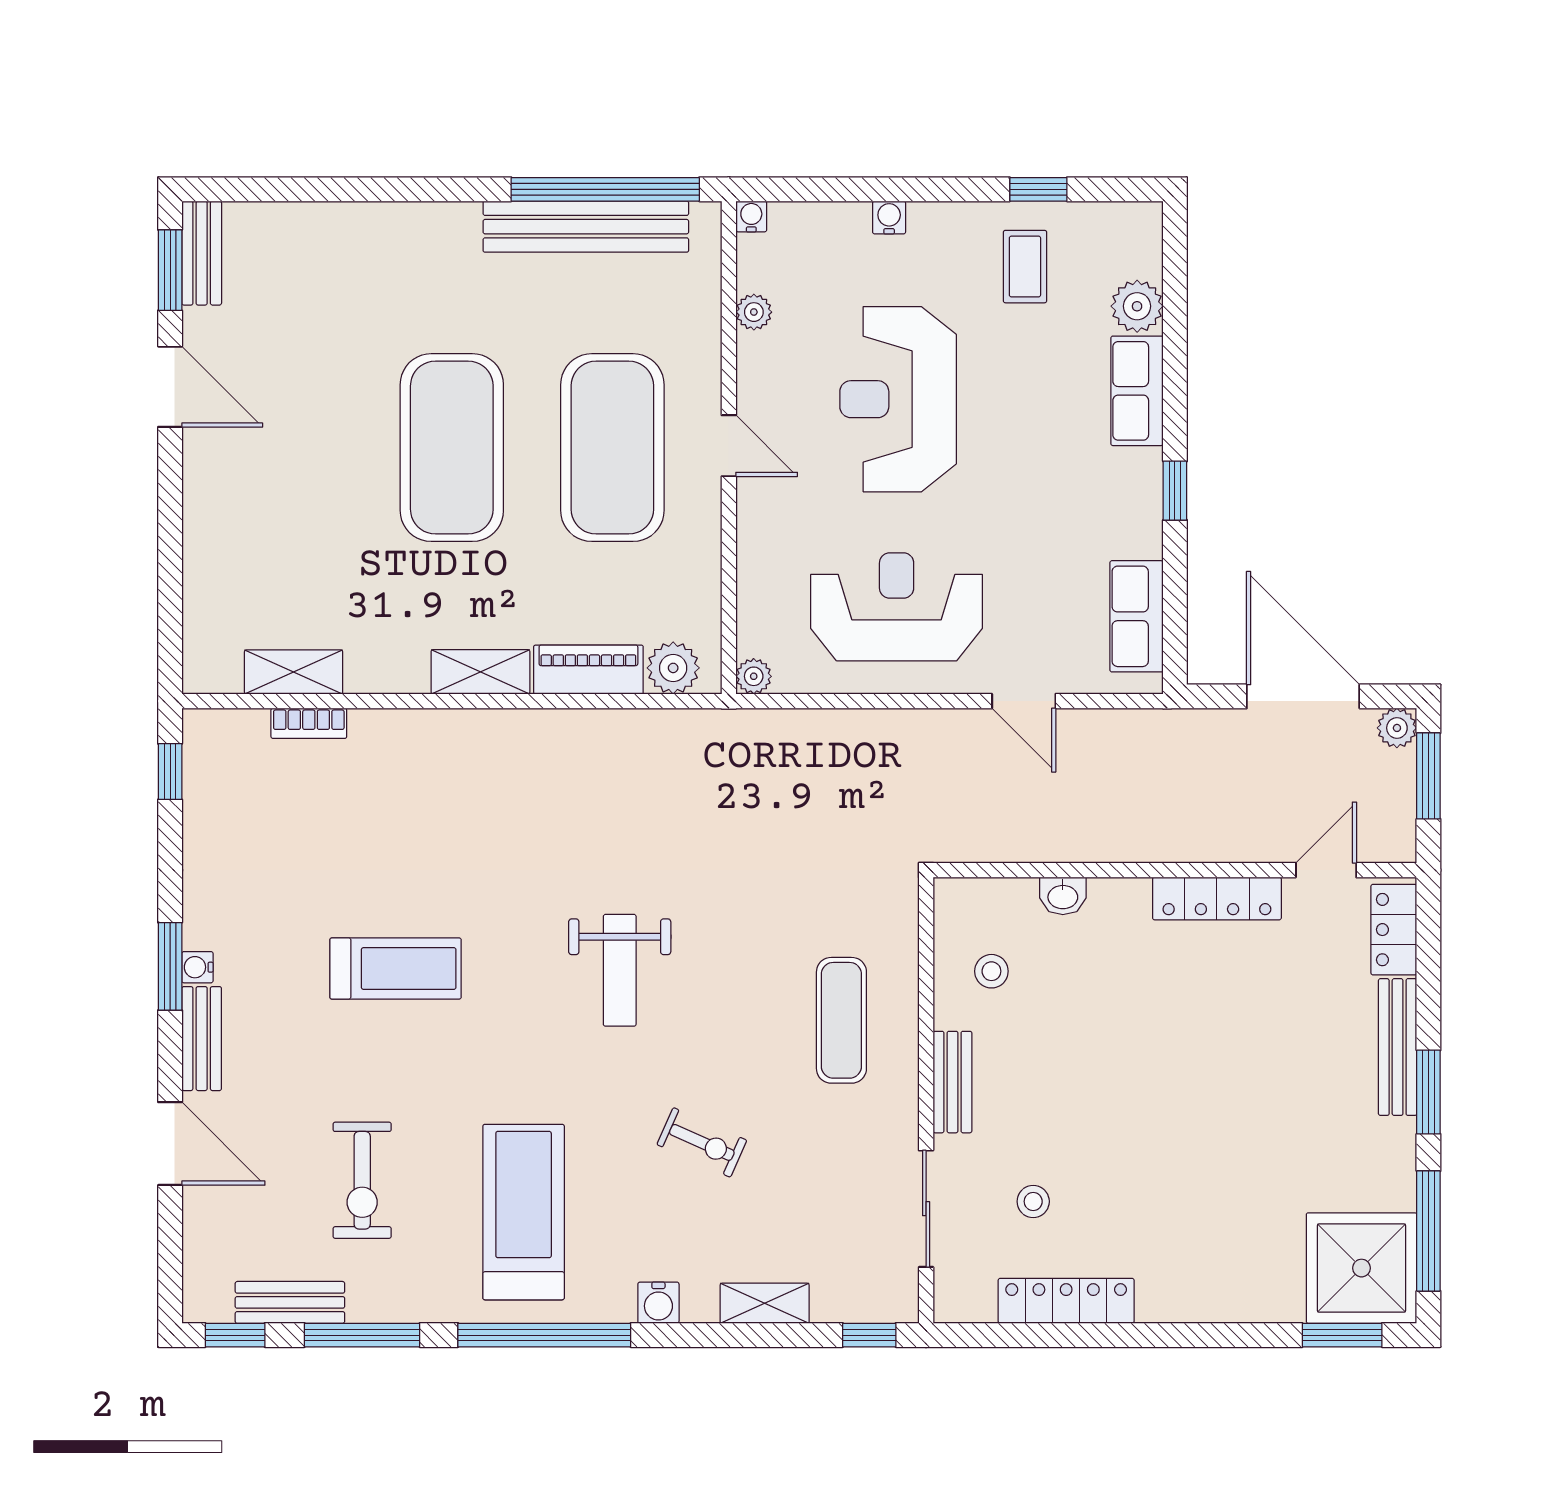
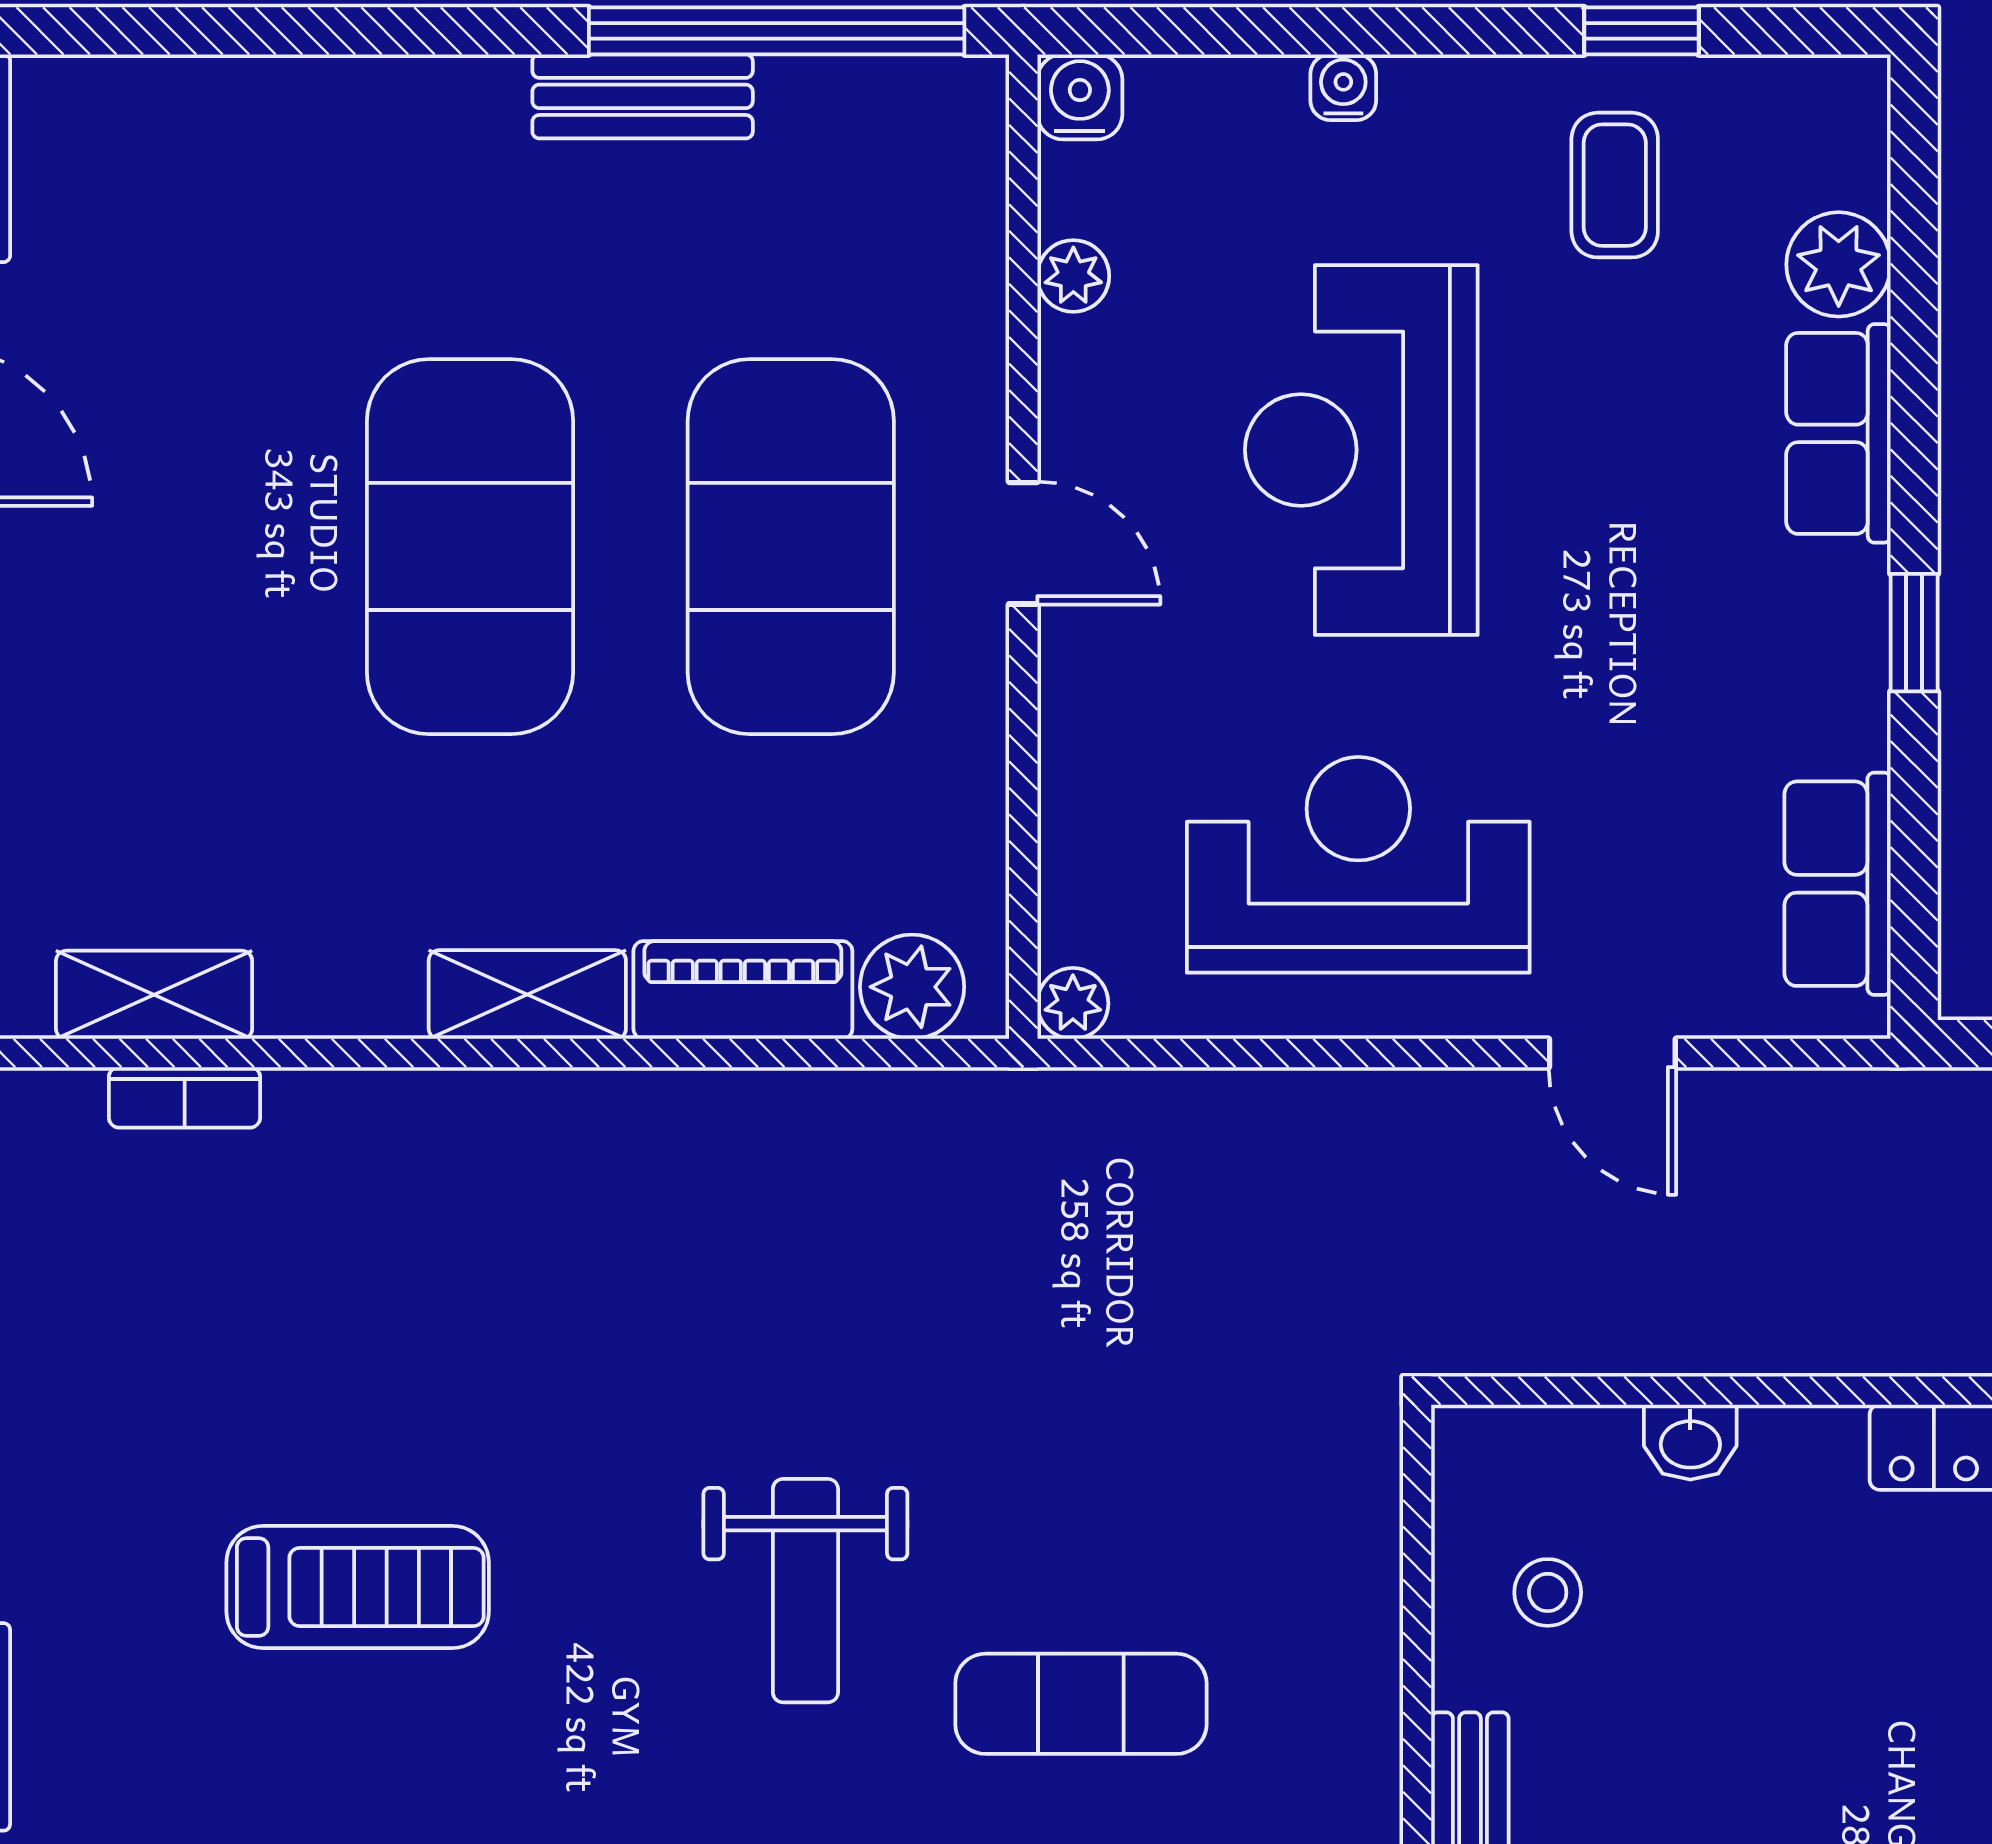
water cooler: (751, 216) -> (1080, 97), width x1.38, depth x1.38
bench: (586, 227) -> (643, 96), width x0.54, depth x0.82
exercise mat: (841, 1020) -> (1081, 1704), moved, turned 90

